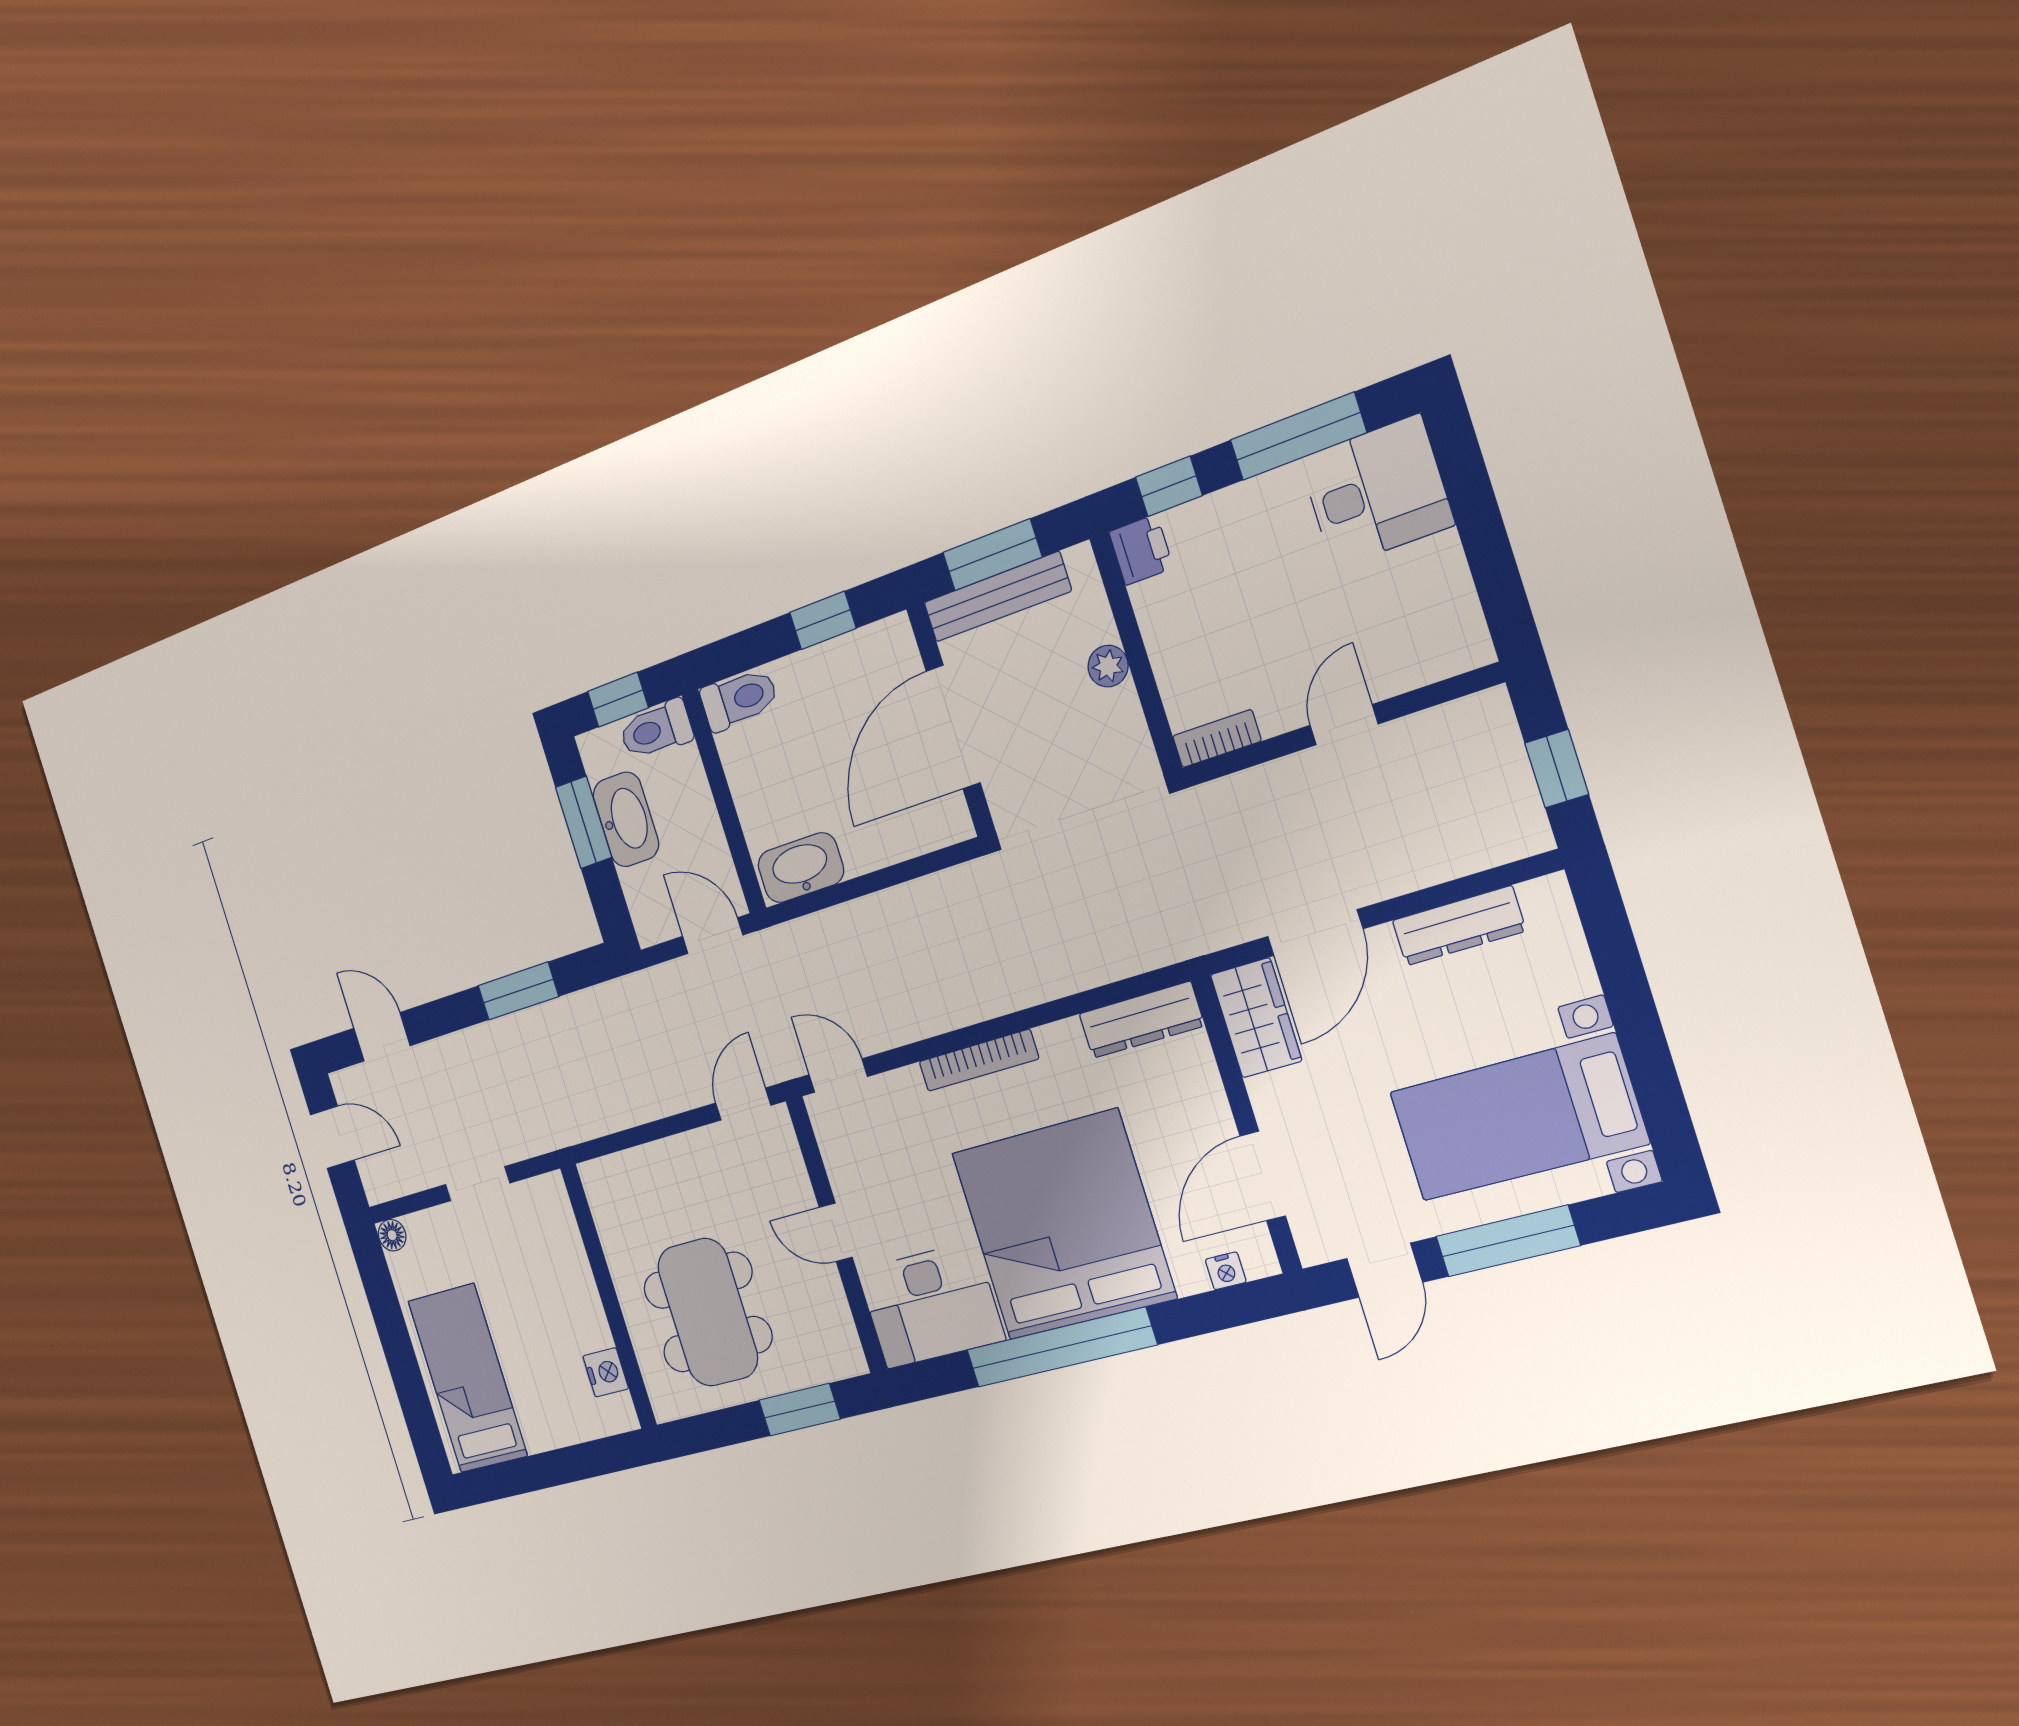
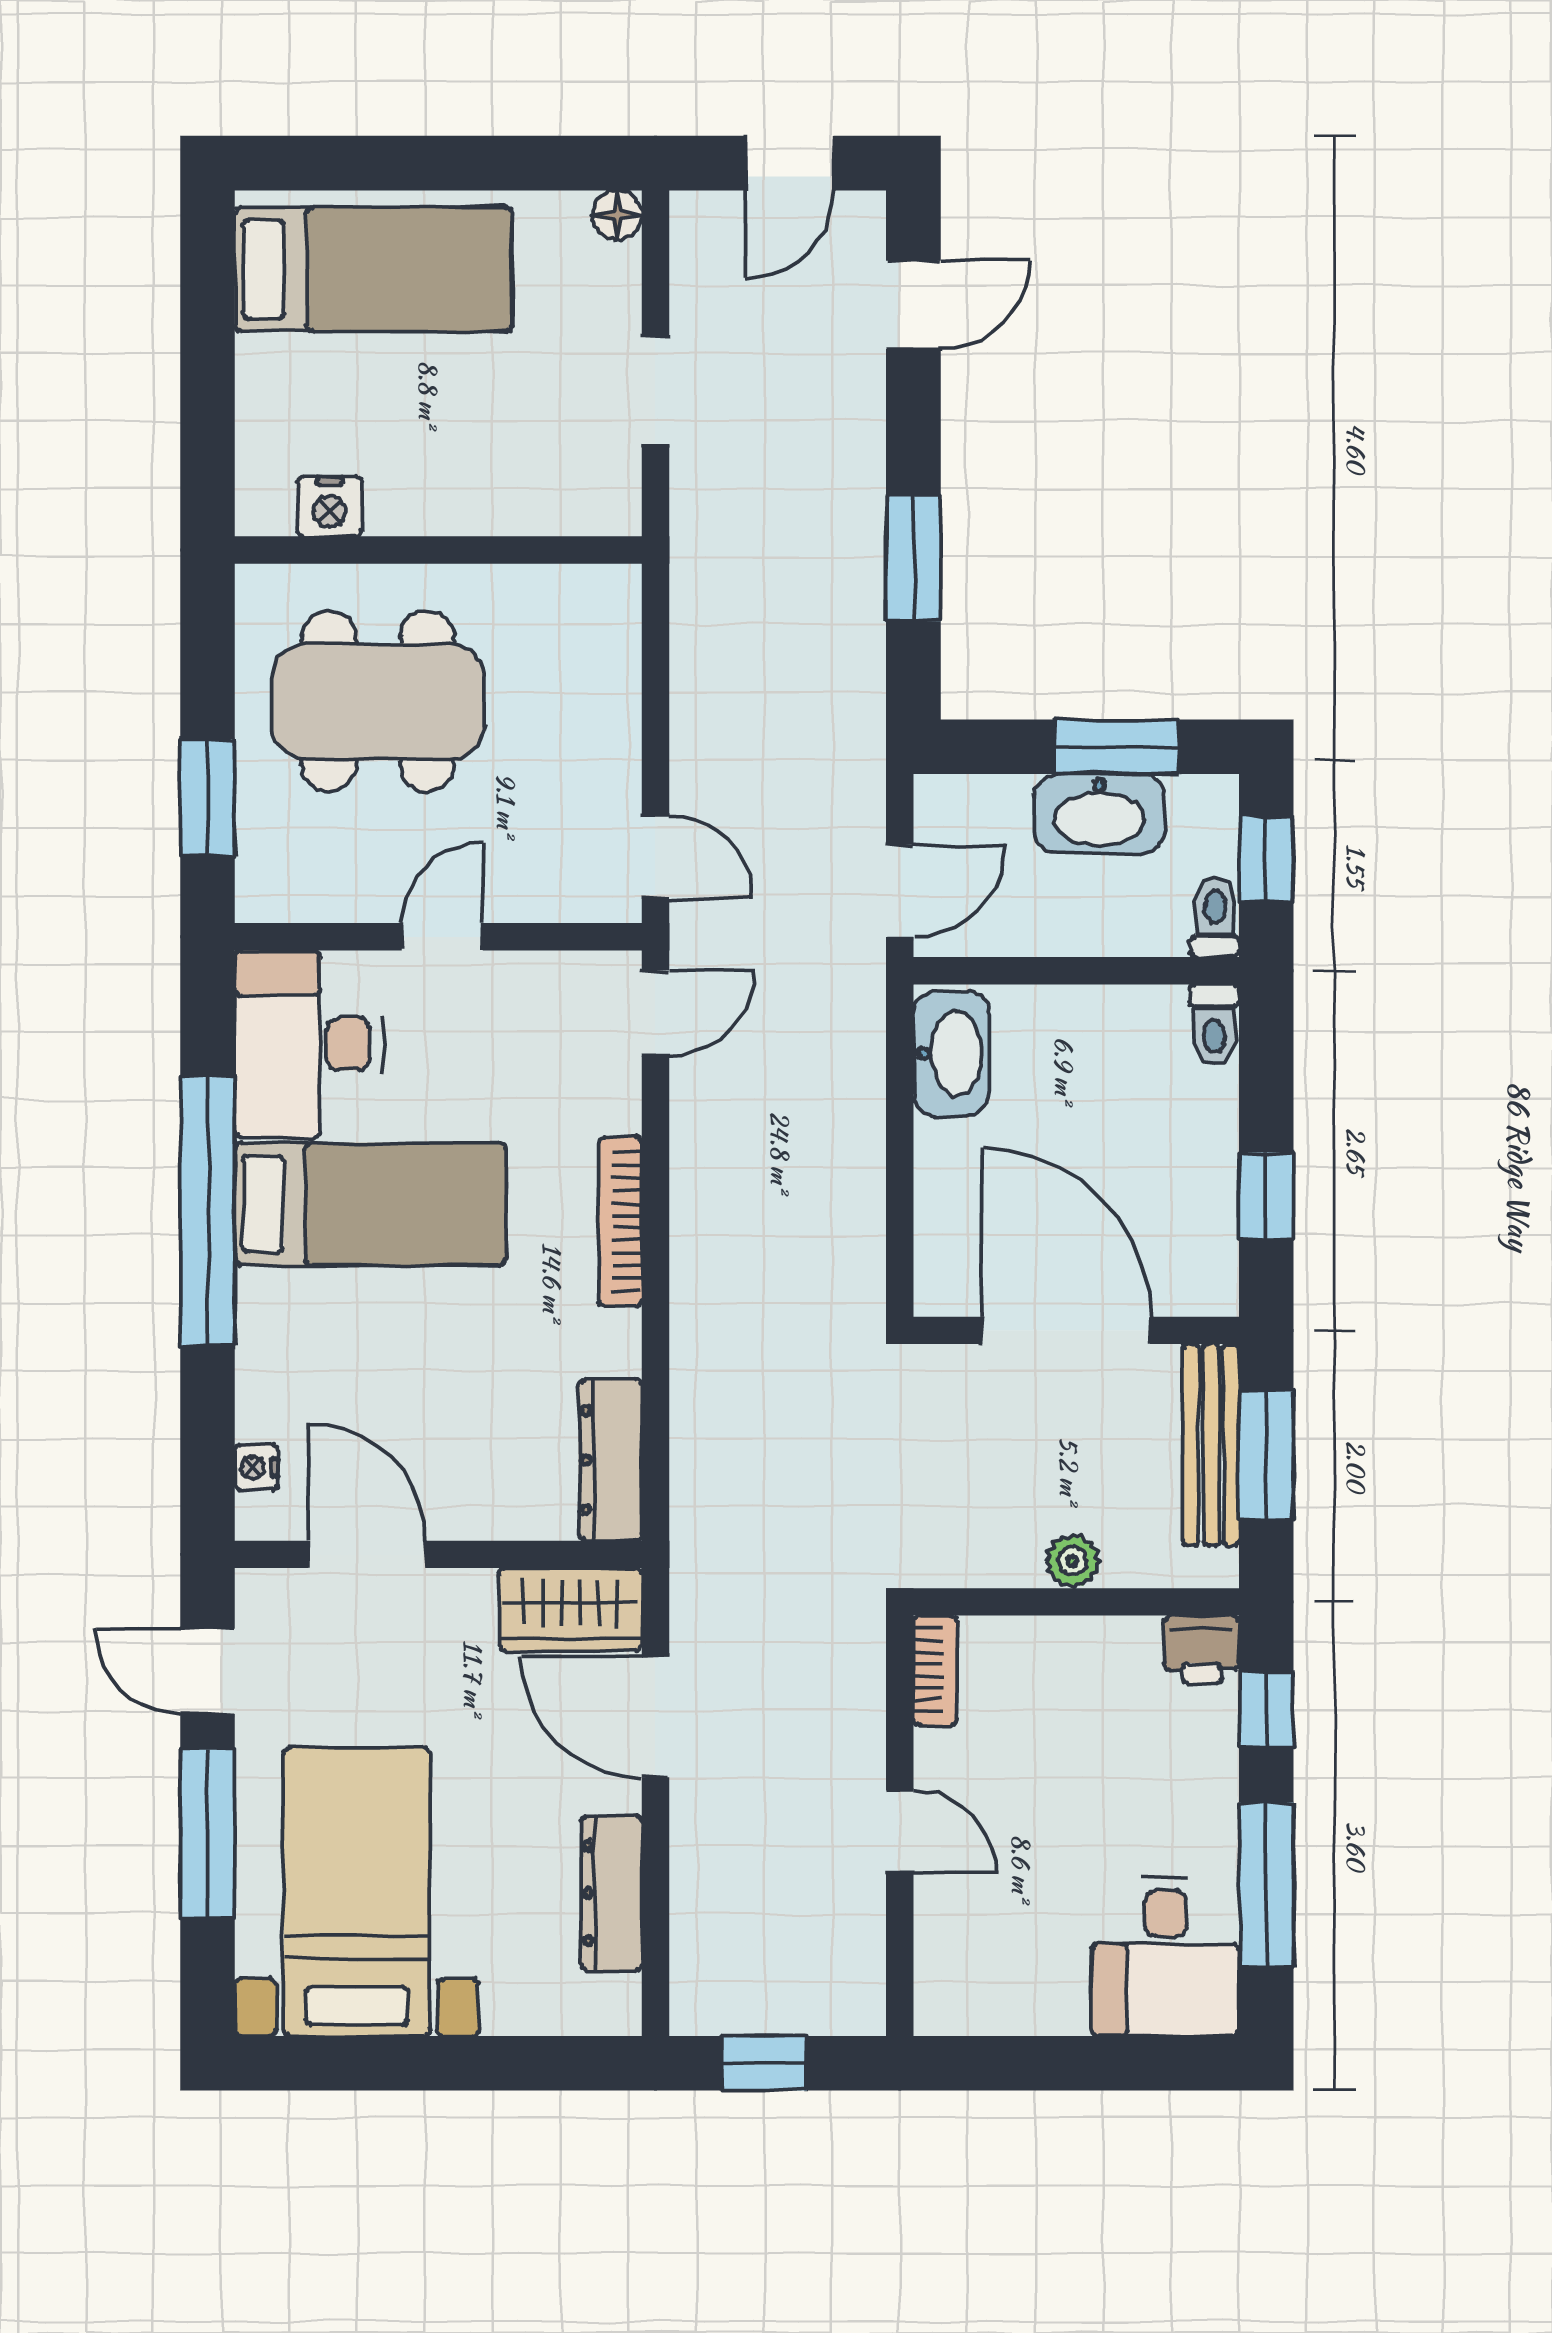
toilet: (739, 699) -> (1214, 1025), width x0.73, depth x0.72
toilet: (656, 730) -> (1215, 918), width x0.73, depth x0.72
bed: (1063, 1225) -> (370, 1204), width x0.49

